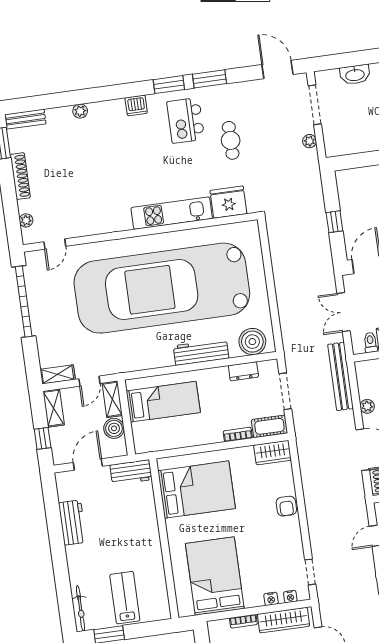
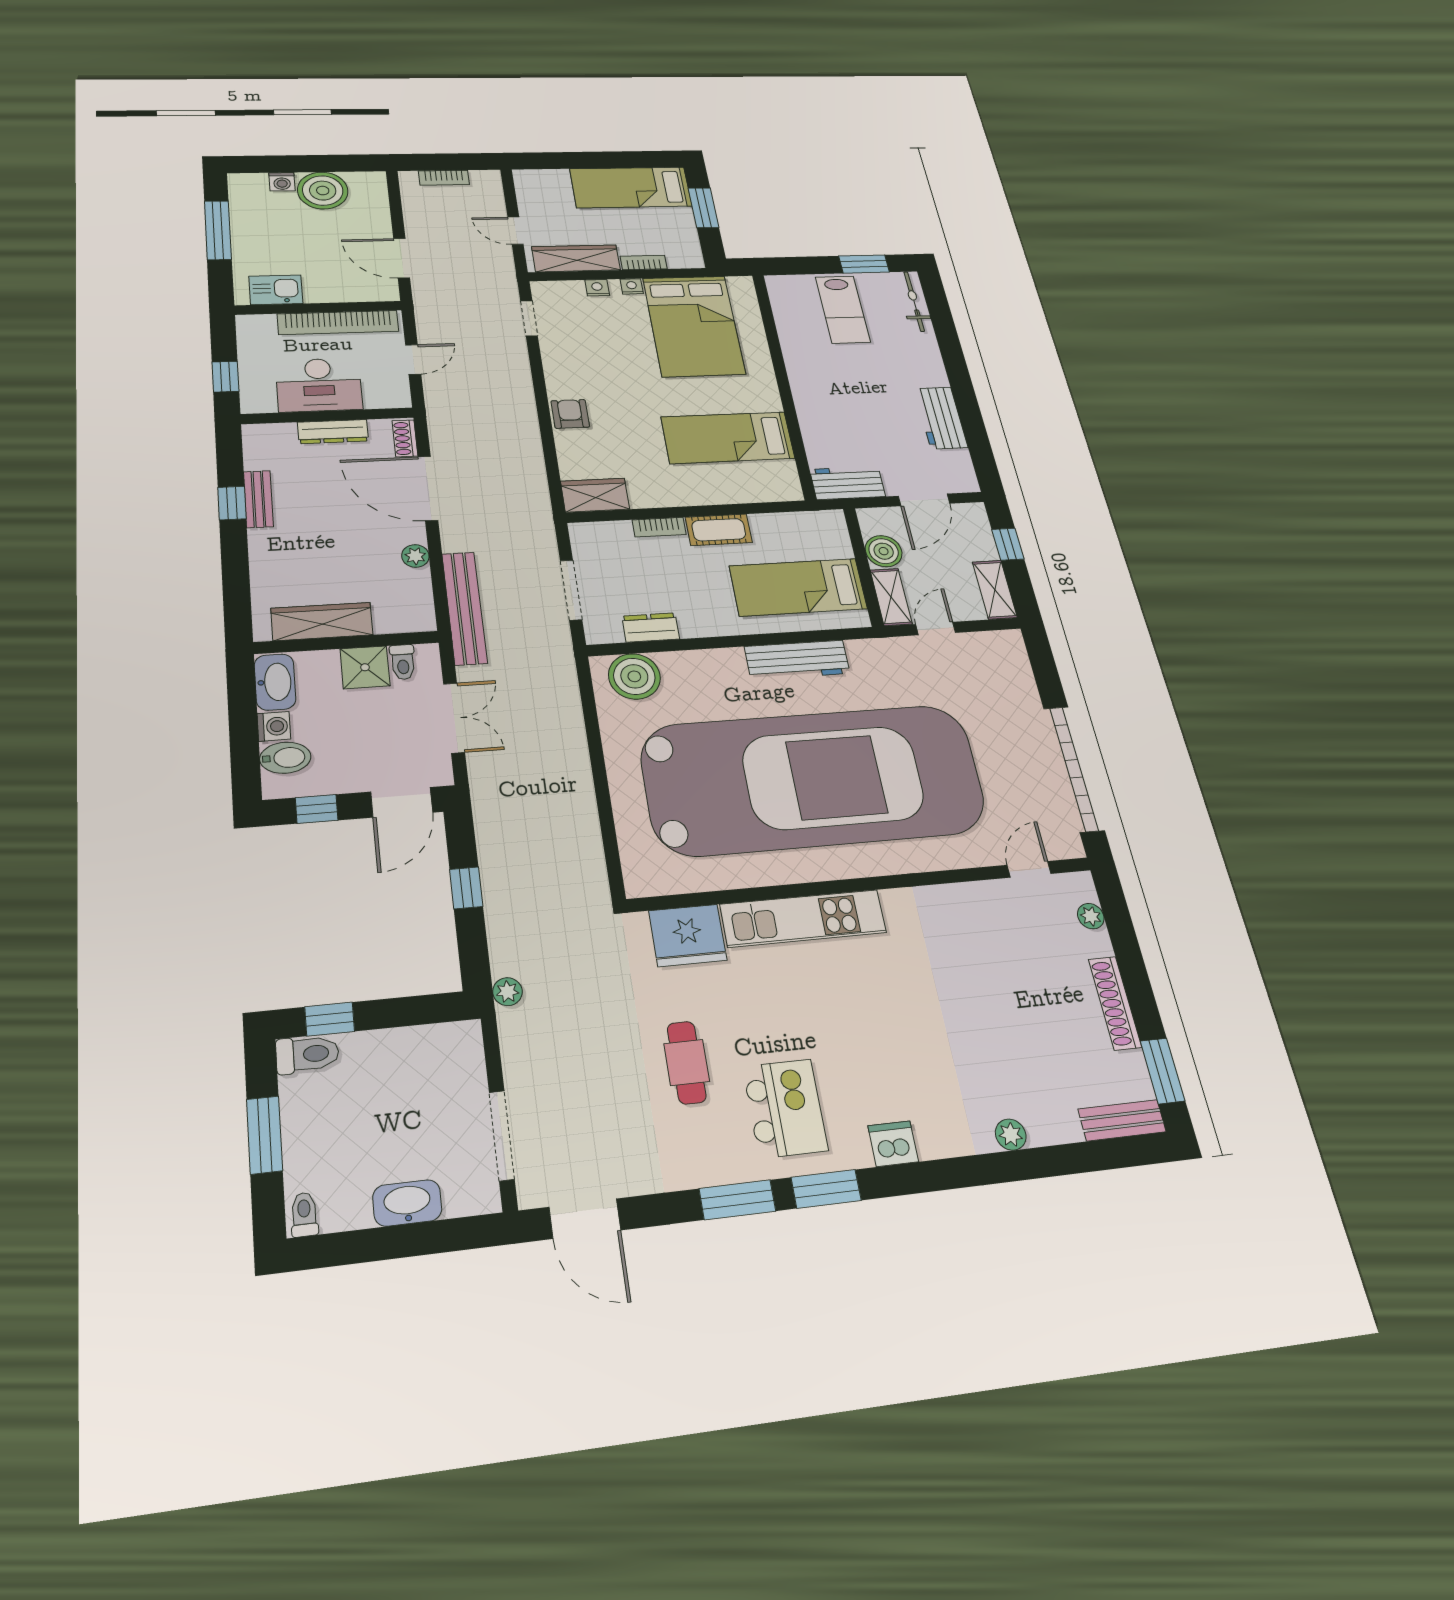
plant: (309, 141) -> (507, 992), moved
workbench: (201, 352) -> (797, 660), moved
shelving: (58, 374) -> (995, 643), removed
cot: (269, 426) -> (719, 530), moved
bed: (197, 490) -> (728, 438), width x0.67
nightstand: (290, 597) -> (632, 286), moved

